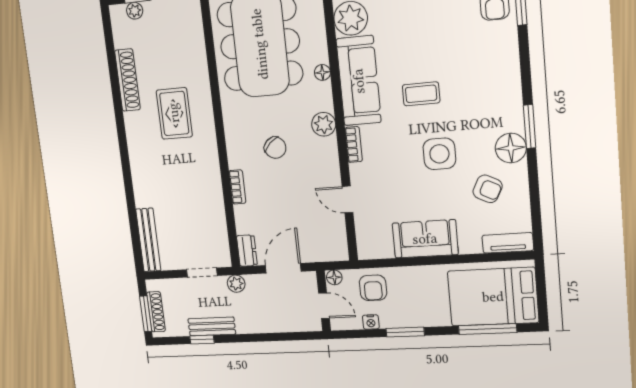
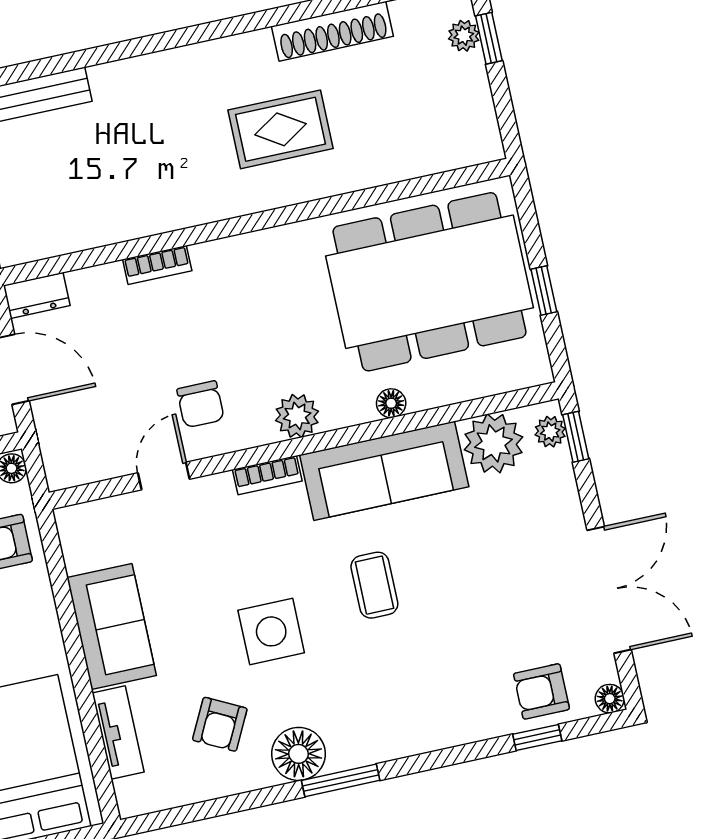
chair: (275, 148) -> (201, 404), moved, turned -46
tv unit: (508, 243) -> (118, 733), moved

